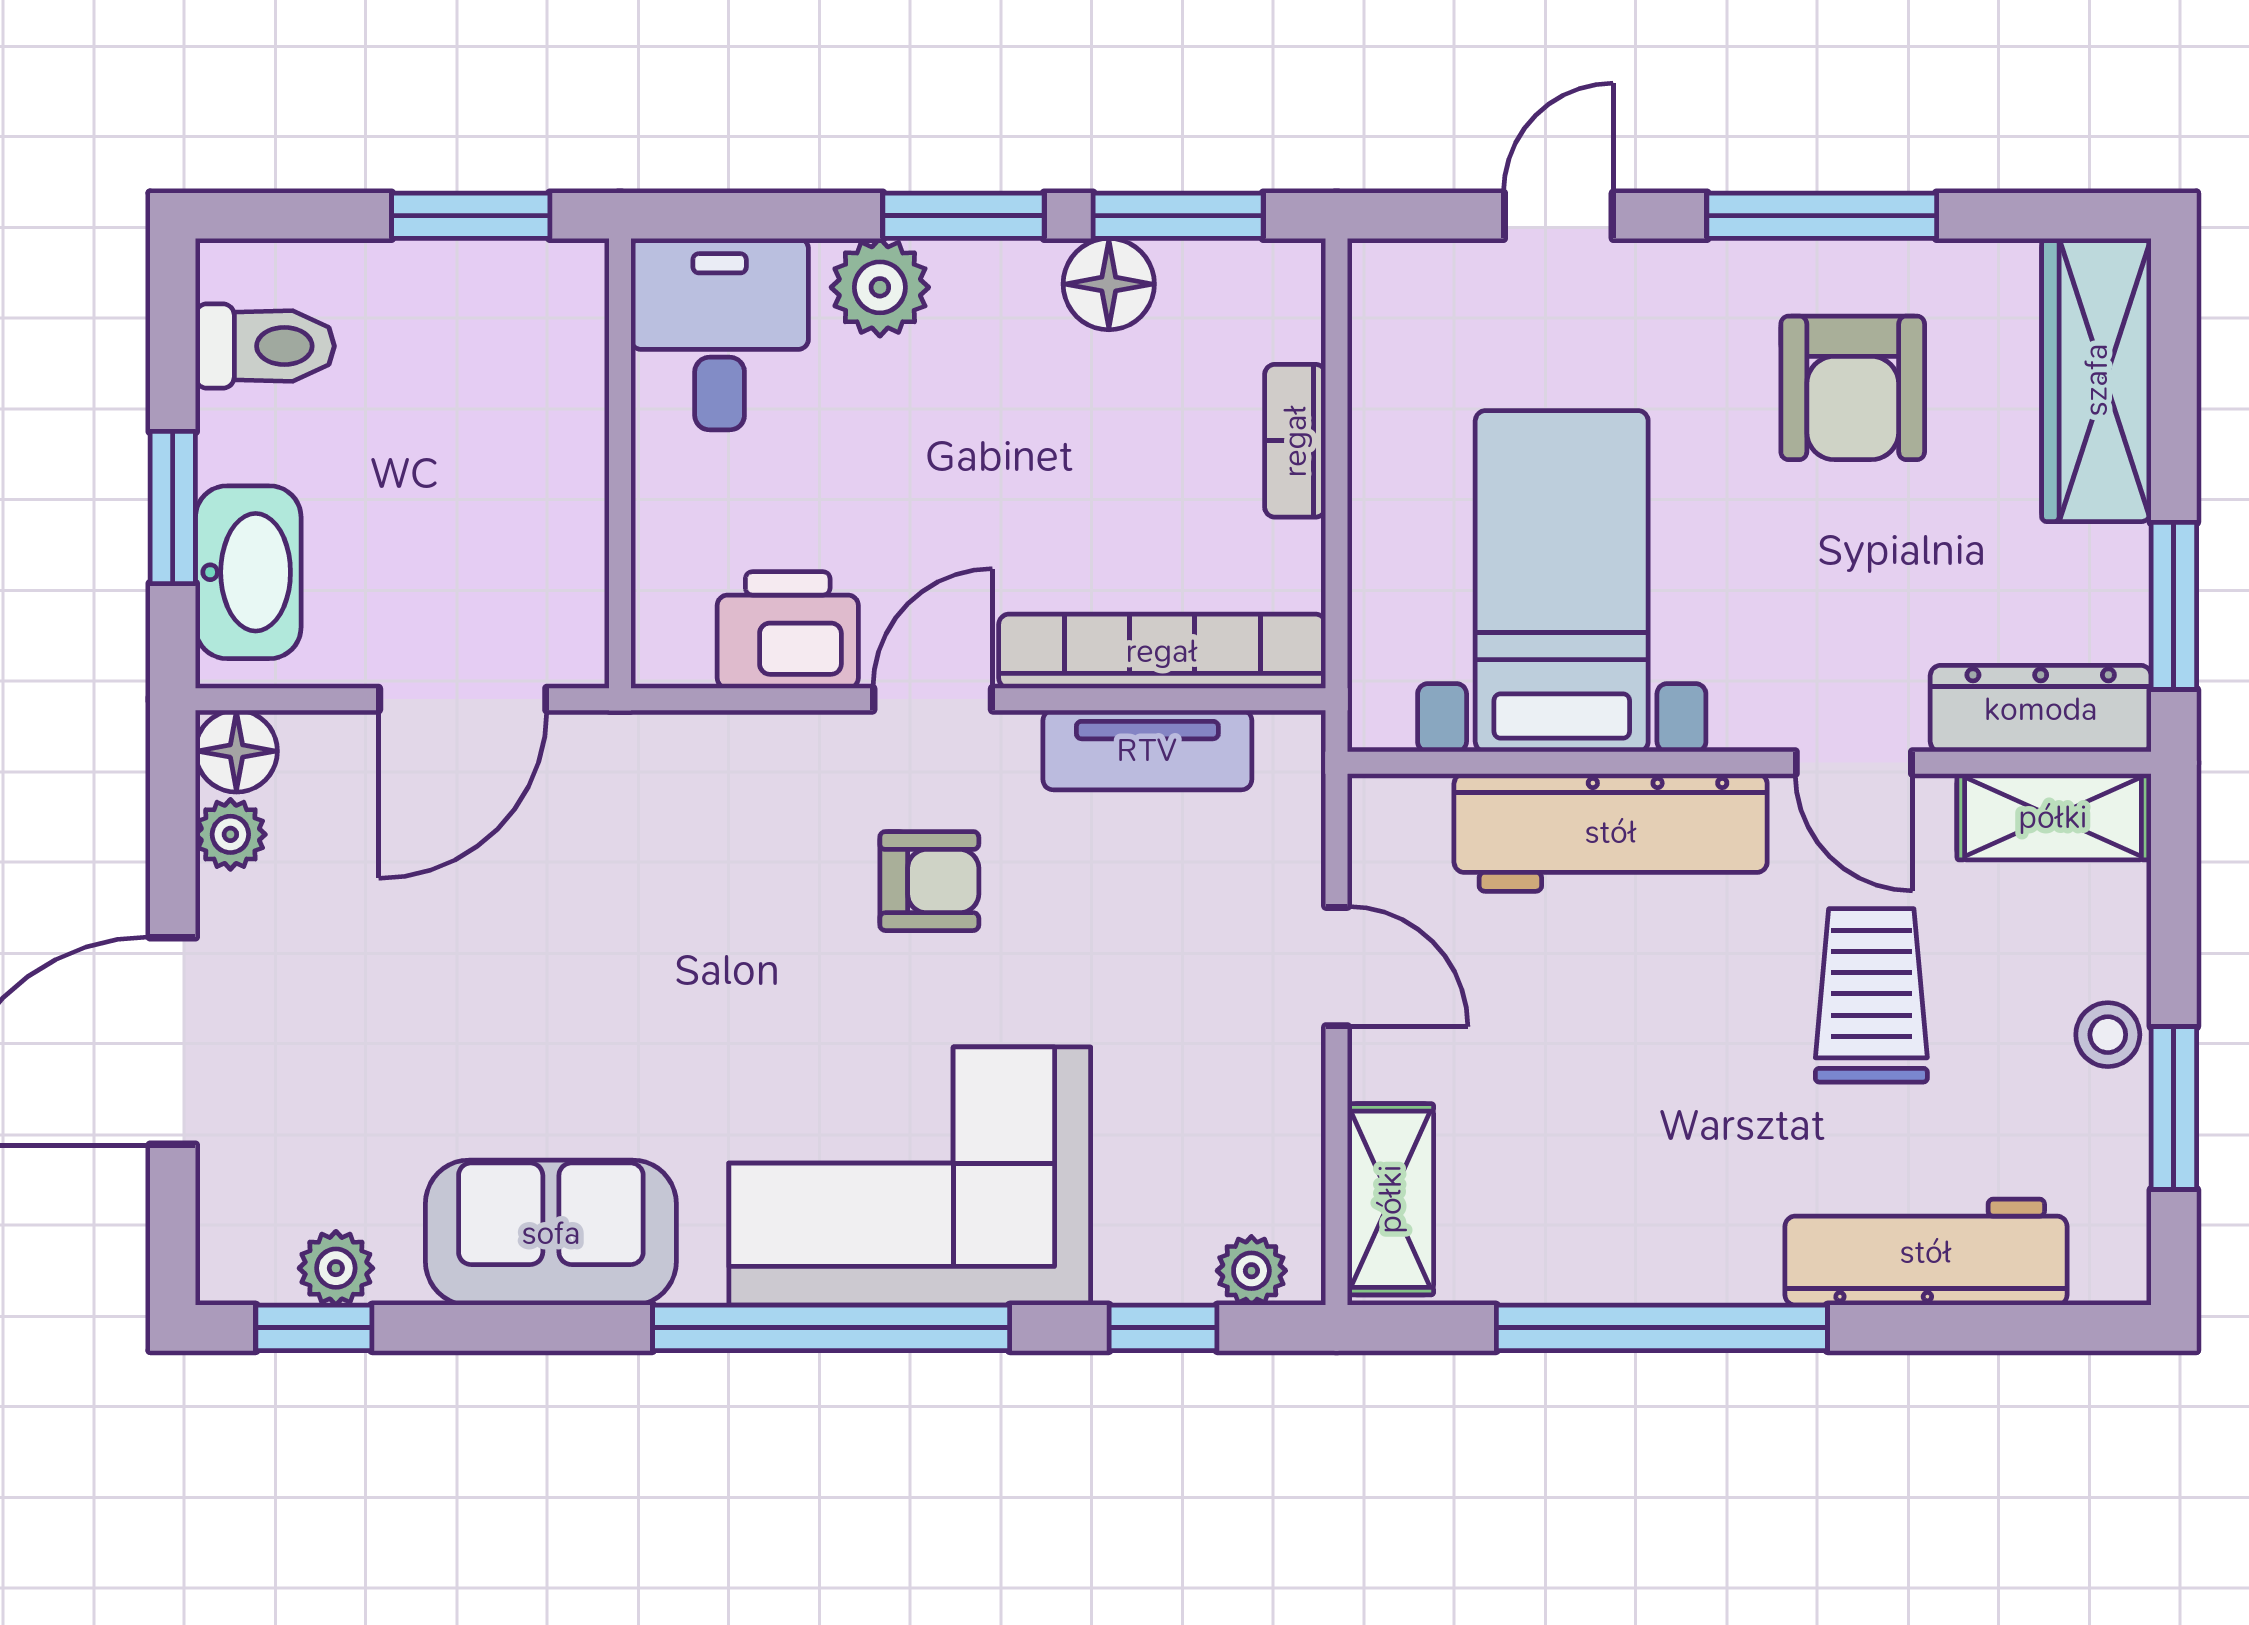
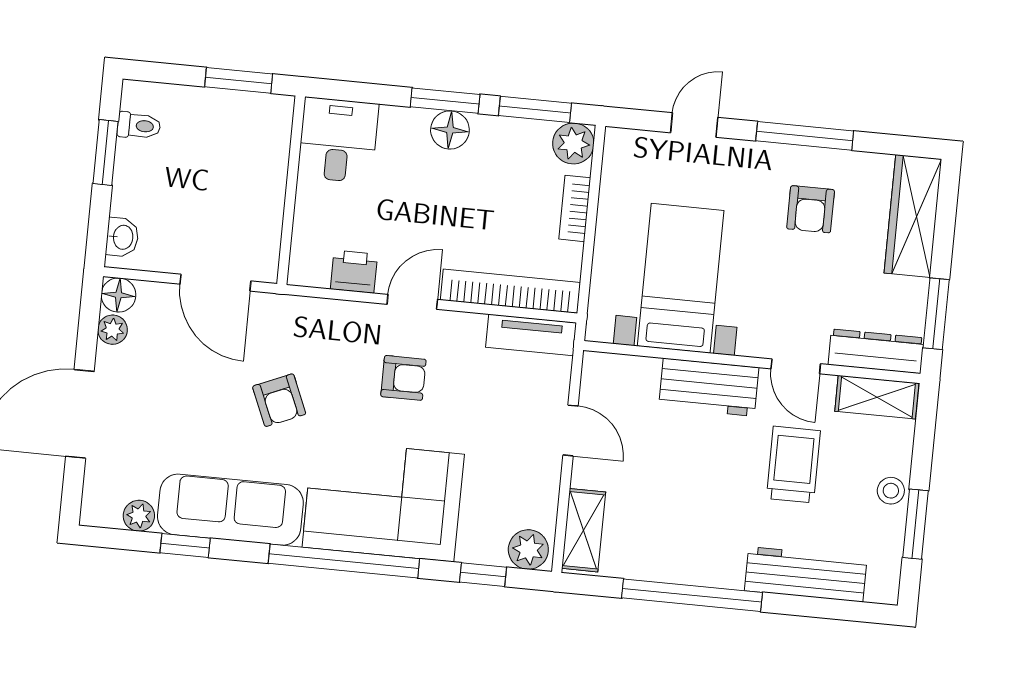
floor lamp: (1109, 284) -> (450, 130), moved
plant: (880, 287) -> (573, 143), moved
toilet: (265, 346) -> (139, 126), width x0.73, depth x0.72
armchair: (1853, 388) -> (811, 209), width x0.72, depth x0.72
window: (173, 508) -> (105, 153), moved
washbasin: (248, 572) -> (122, 237), width x0.52, depth x0.69
printer: (788, 630) -> (354, 272), width x0.73, depth x0.81
door: (463, 699) -> (215, 283), hinge flipped
tv unit: (1147, 750) -> (531, 335), moved
workbench: (1611, 832) -> (709, 387), width x0.73
armchair: (641, 962) -> (279, 400), added
sofa: (551, 1233) -> (230, 510), width x1.36
plant: (1251, 1271) -> (528, 550), width x1.38, depth x1.38
window: (314, 1328) -> (185, 546), moved

